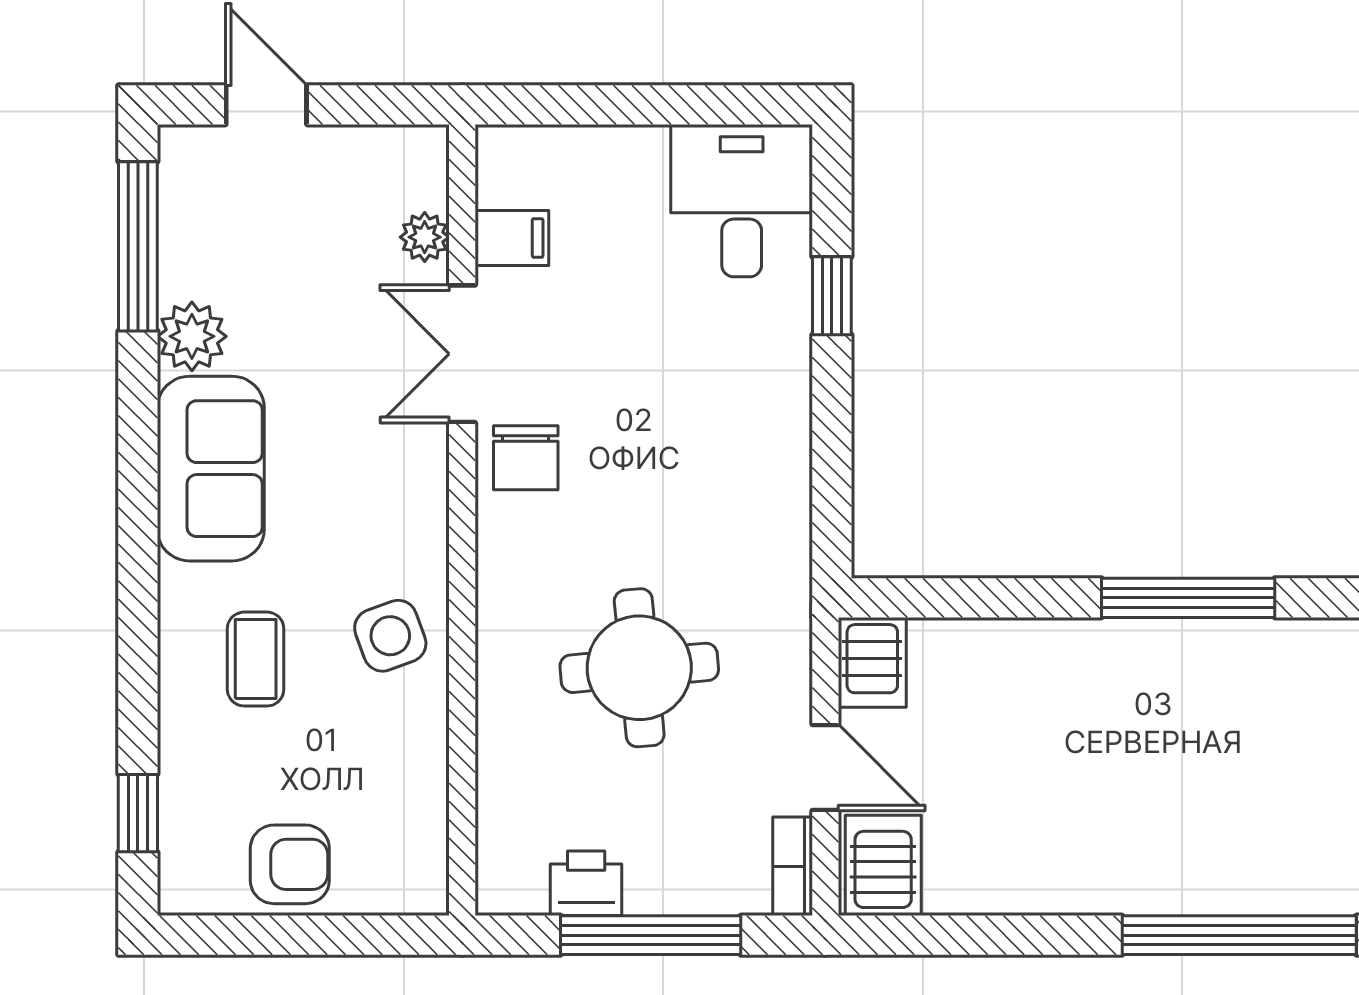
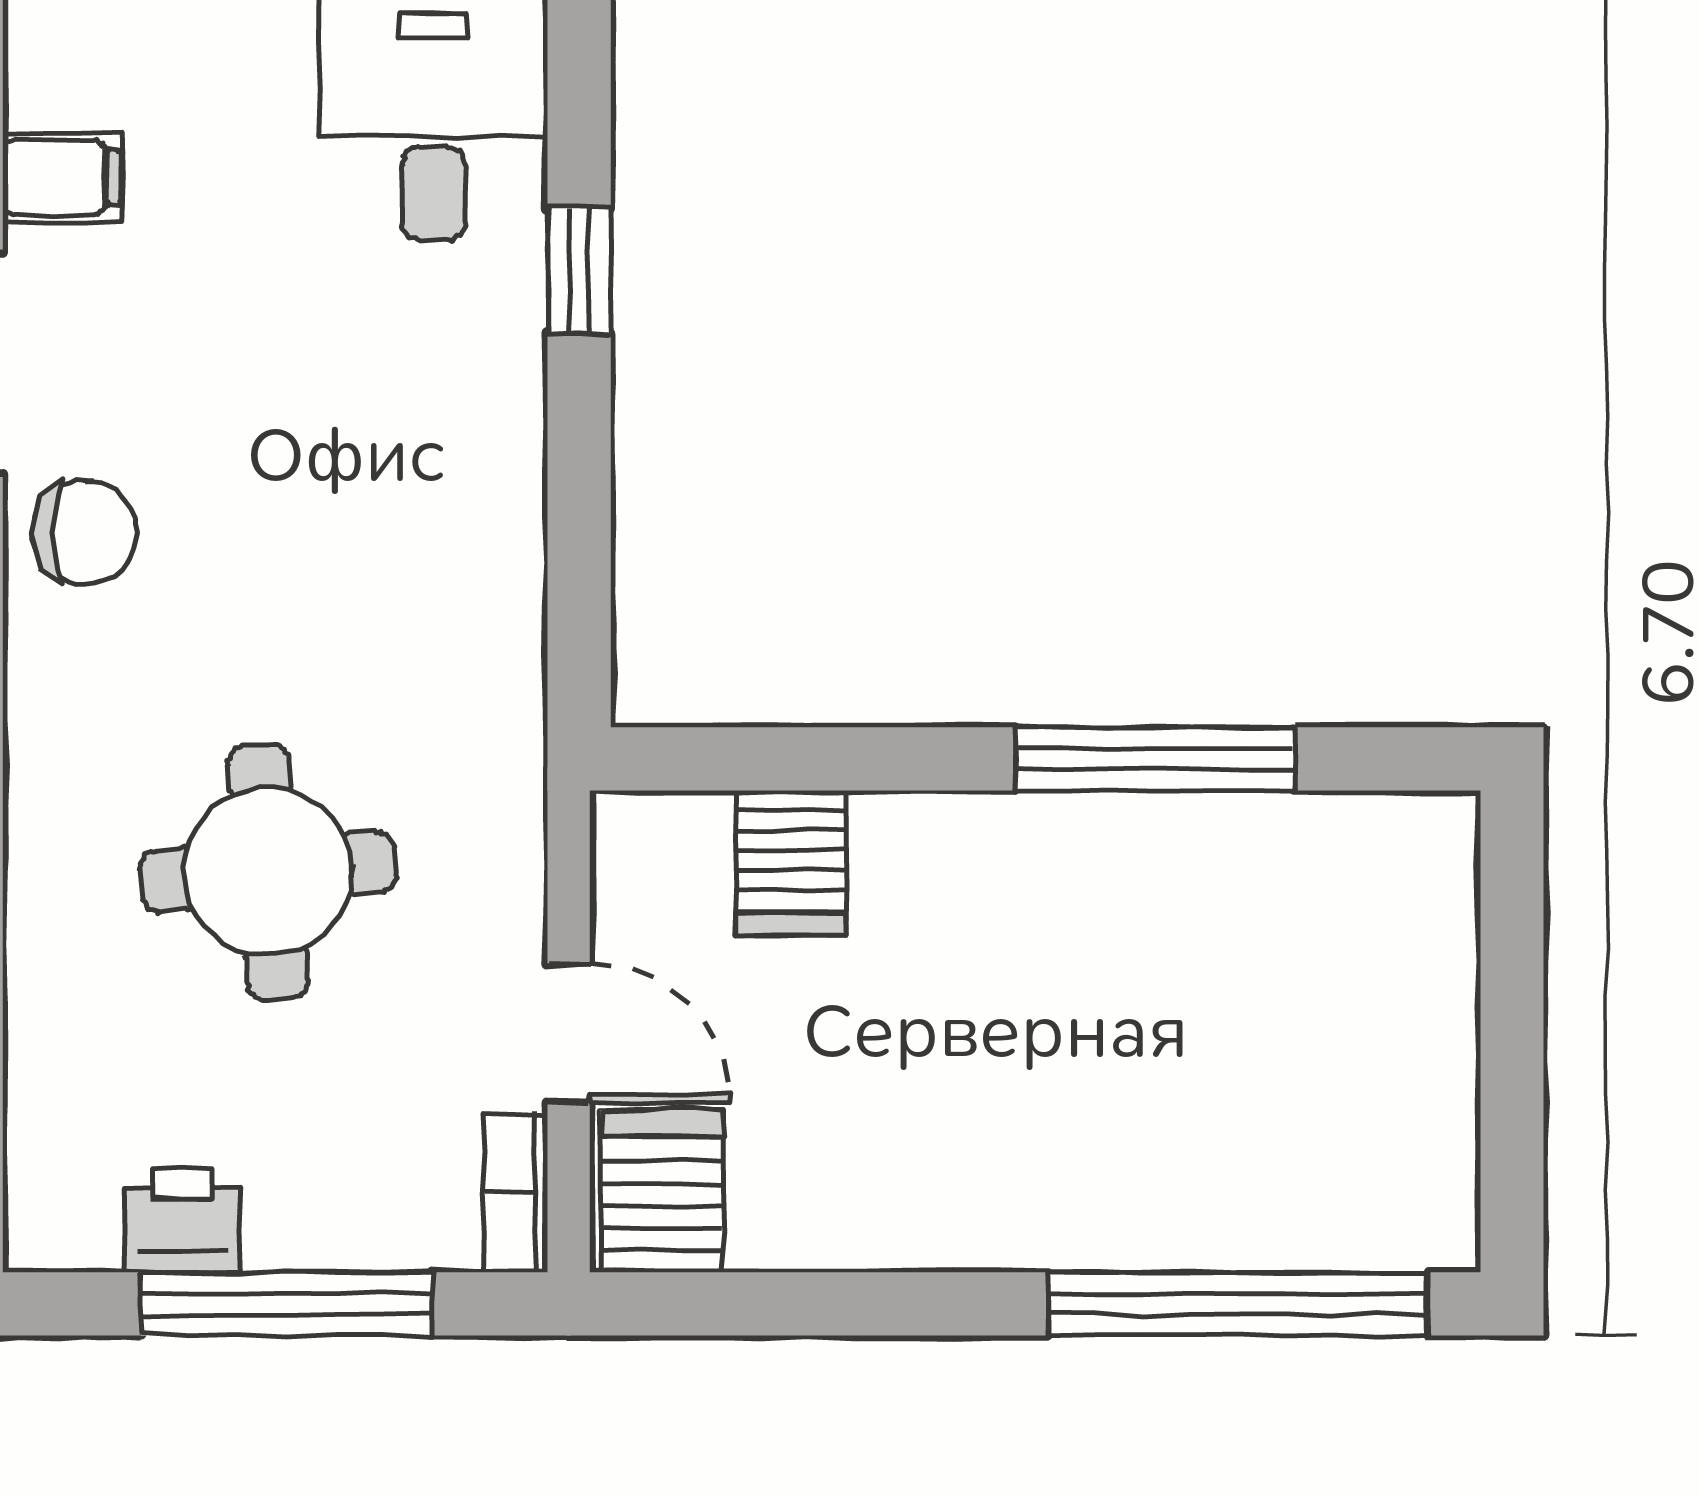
chair: (526, 458) -> (84, 533), turned -90
server rack: (872, 662) -> (791, 863), moved

